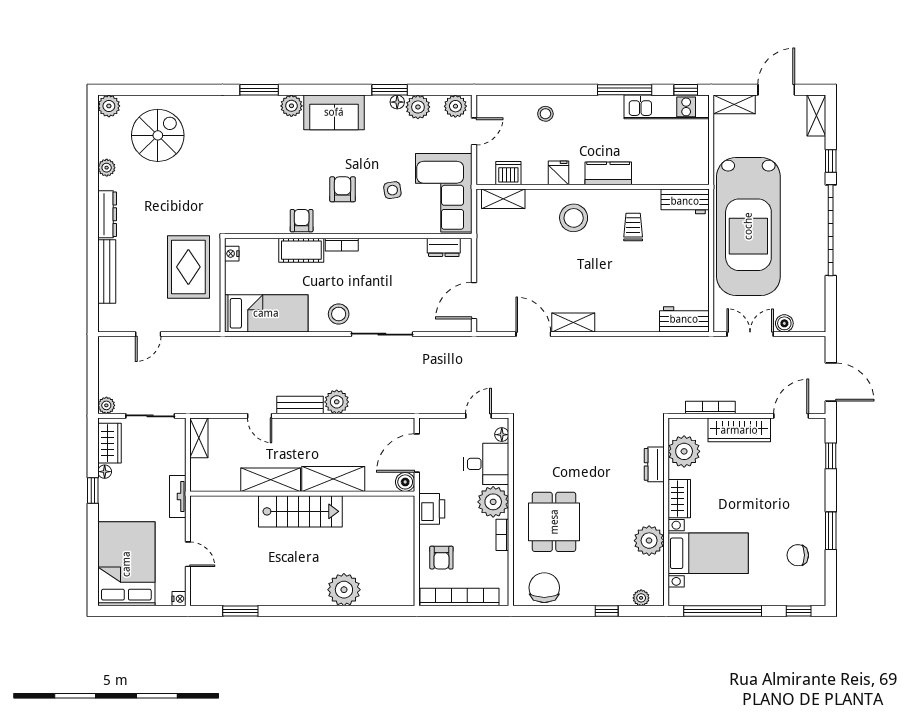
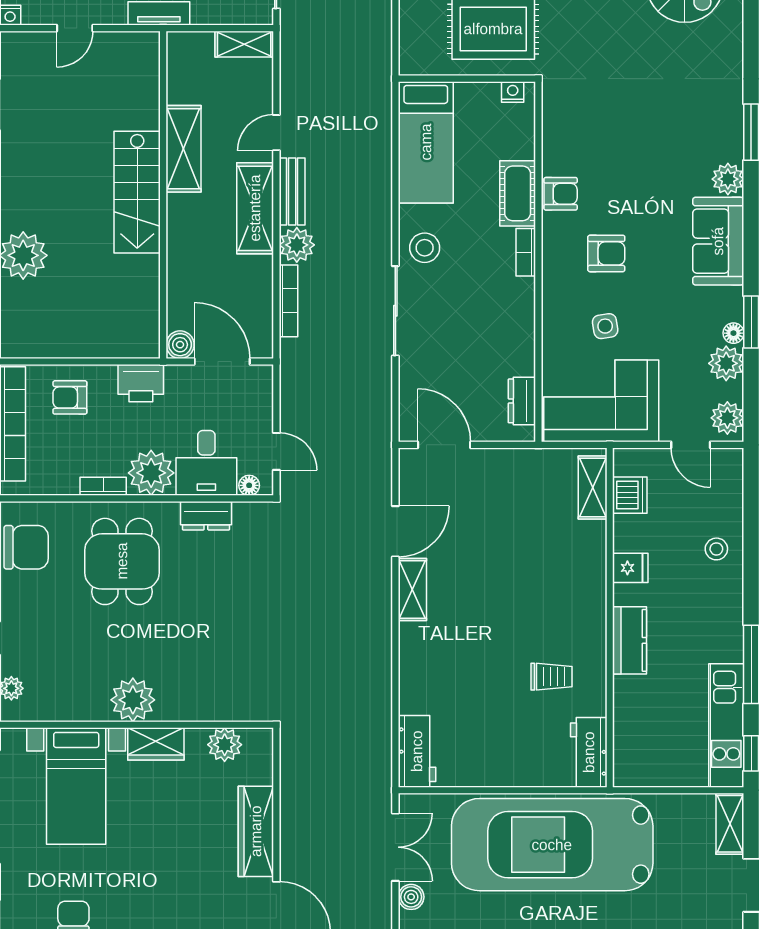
stool: (574, 218) -> (565, 590), removed
bookcase: (710, 408) -> (288, 301), moved
plant: (684, 451) -> (225, 745), width x0.73, depth x0.73
dresser: (654, 464) -> (206, 516), moved, turned 180
shelving: (333, 479) -> (255, 208), moved
dining table: (554, 522) -> (122, 561), turned 90
plant: (649, 541) -> (133, 700), moved

